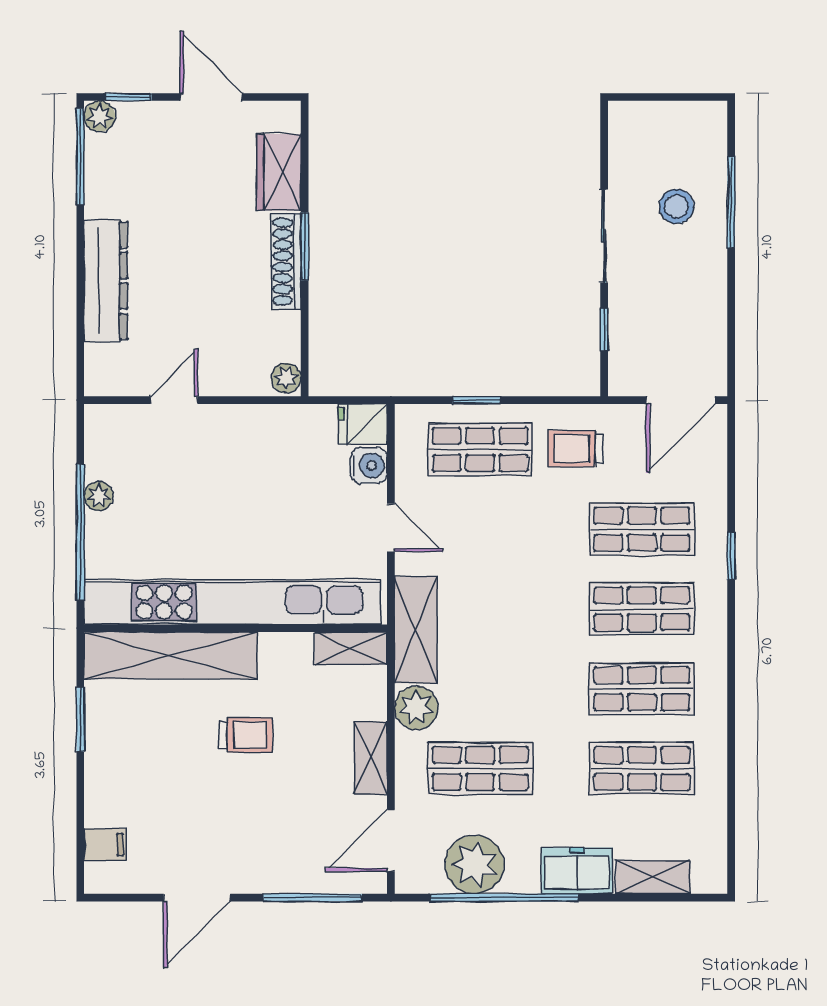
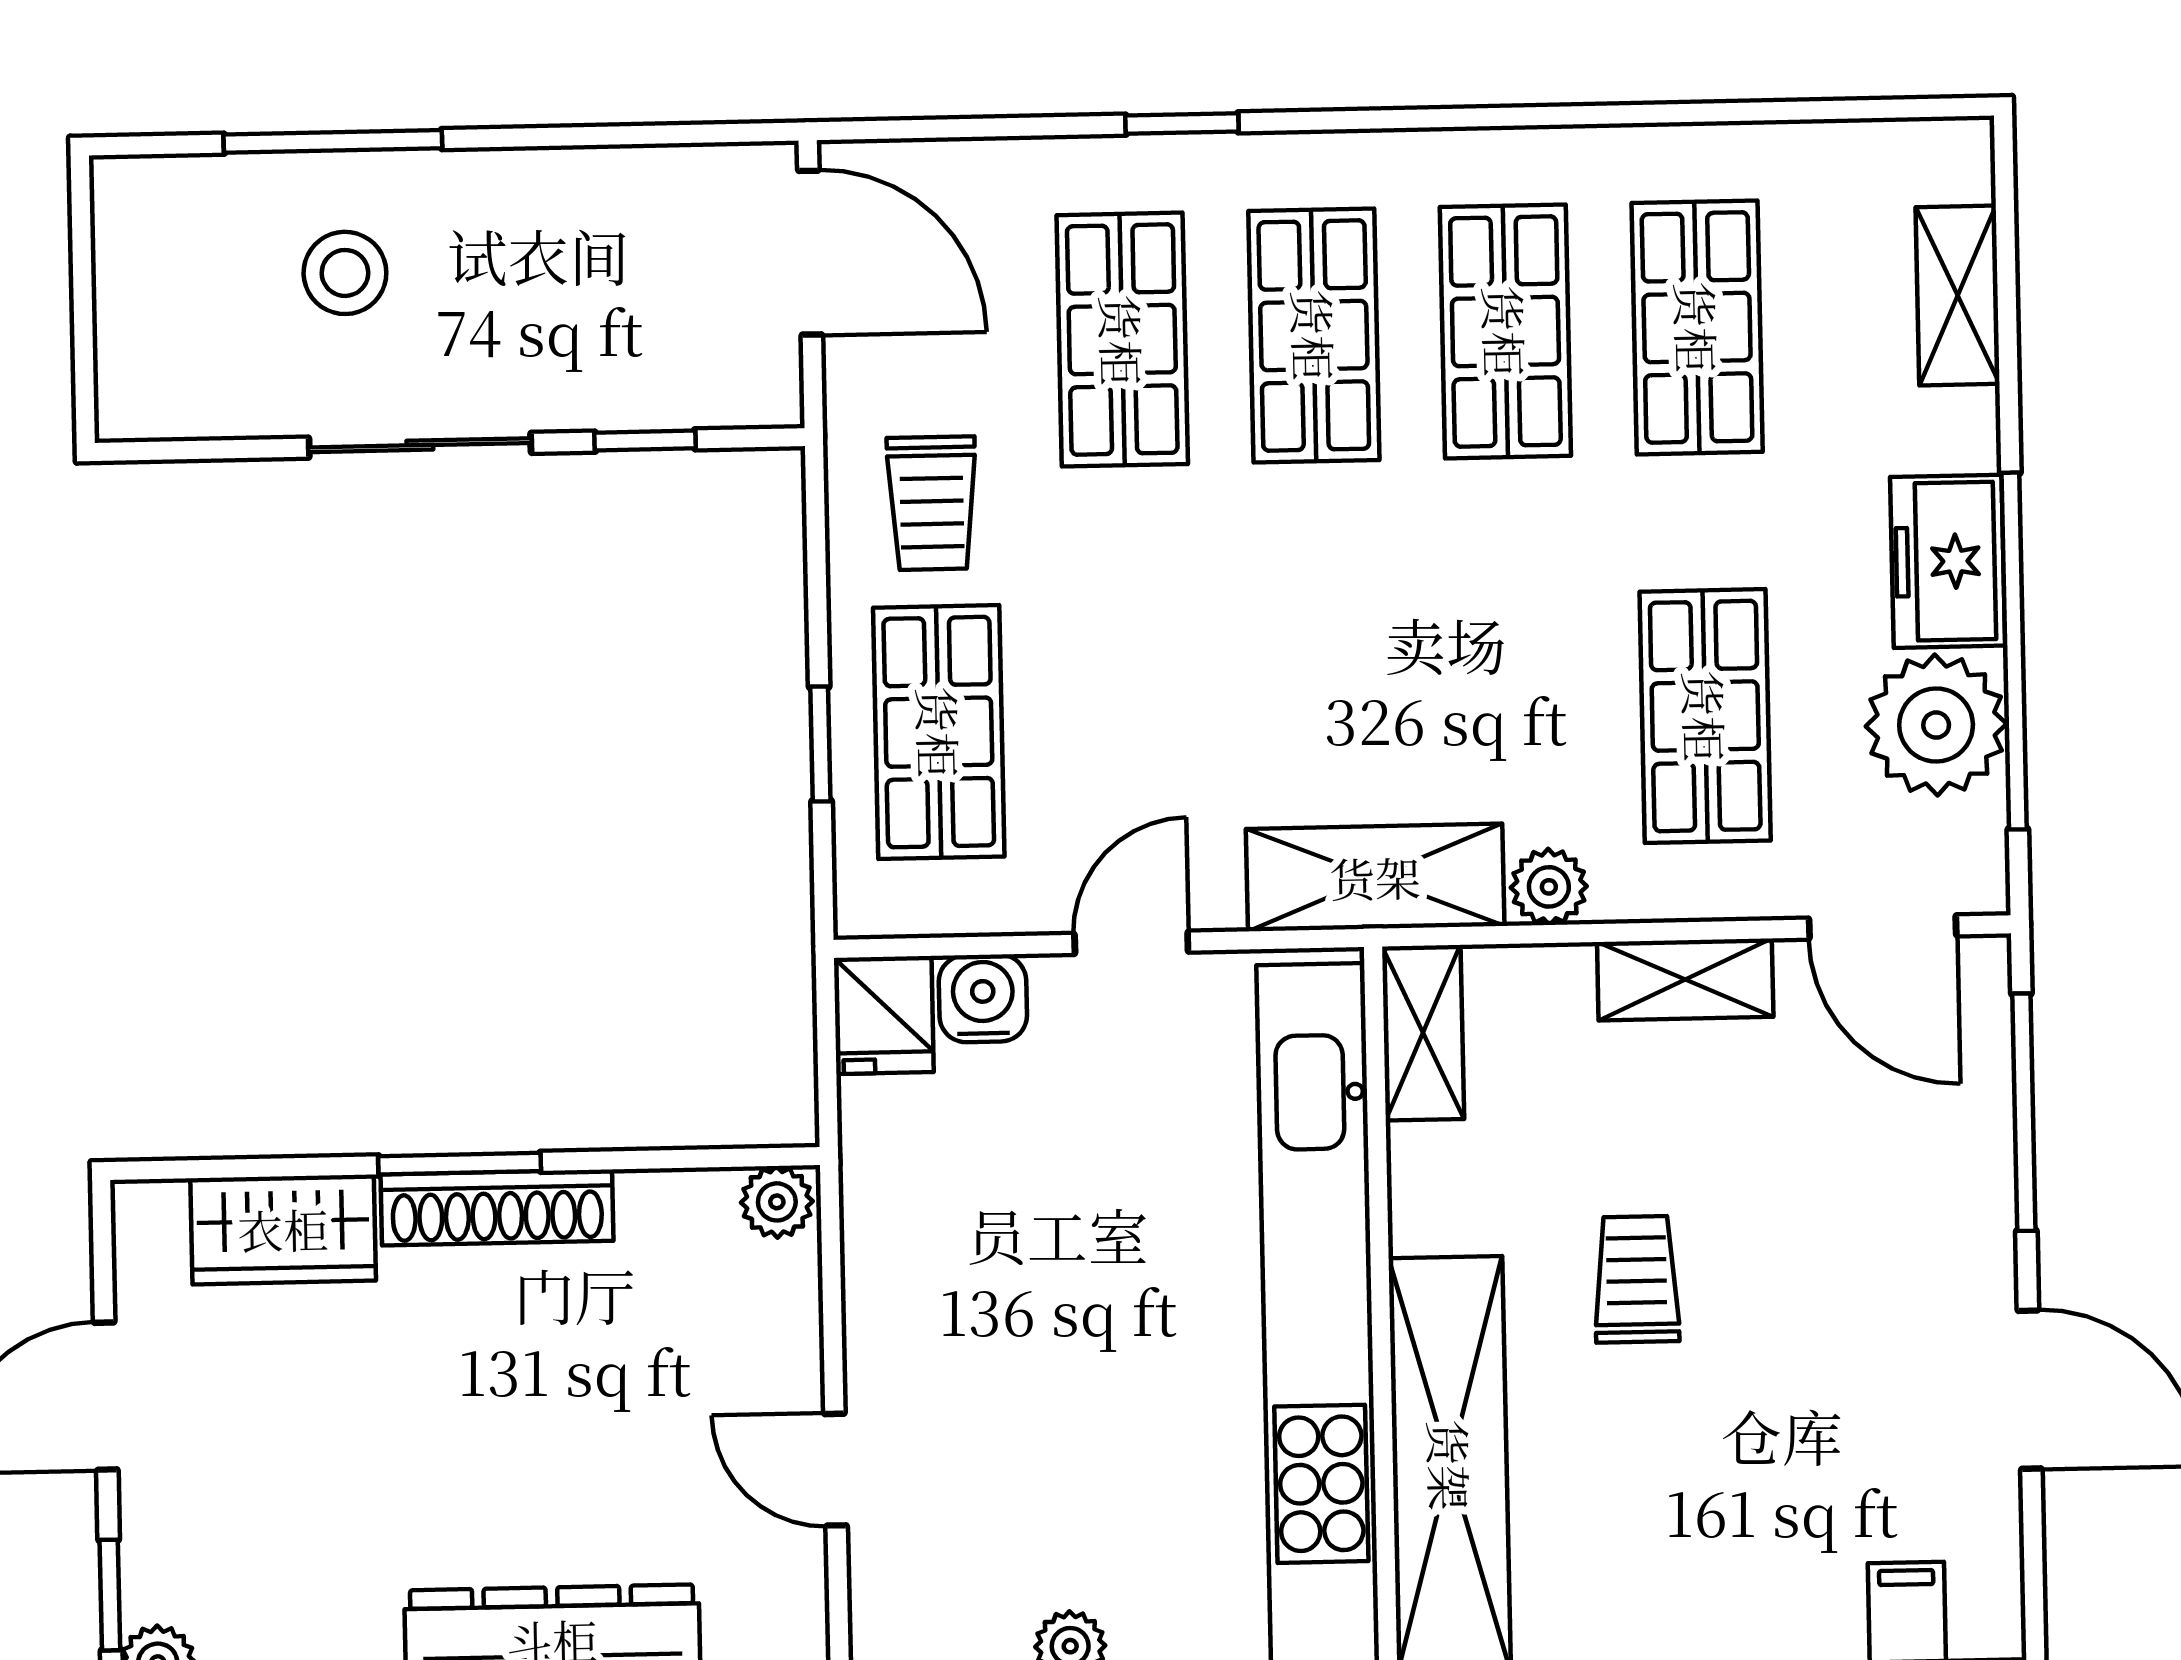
plant: (416, 708) -> (1549, 887), width x0.73, depth x0.73
freezer: (577, 871) -> (1948, 561), moved

